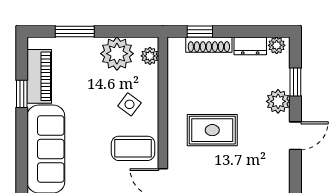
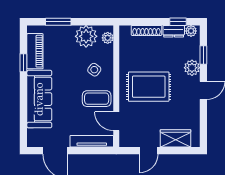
window: (200, 31) -> (178, 22), moved
rug: (212, 130) -> (149, 87), width x1.36, depth x1.43

